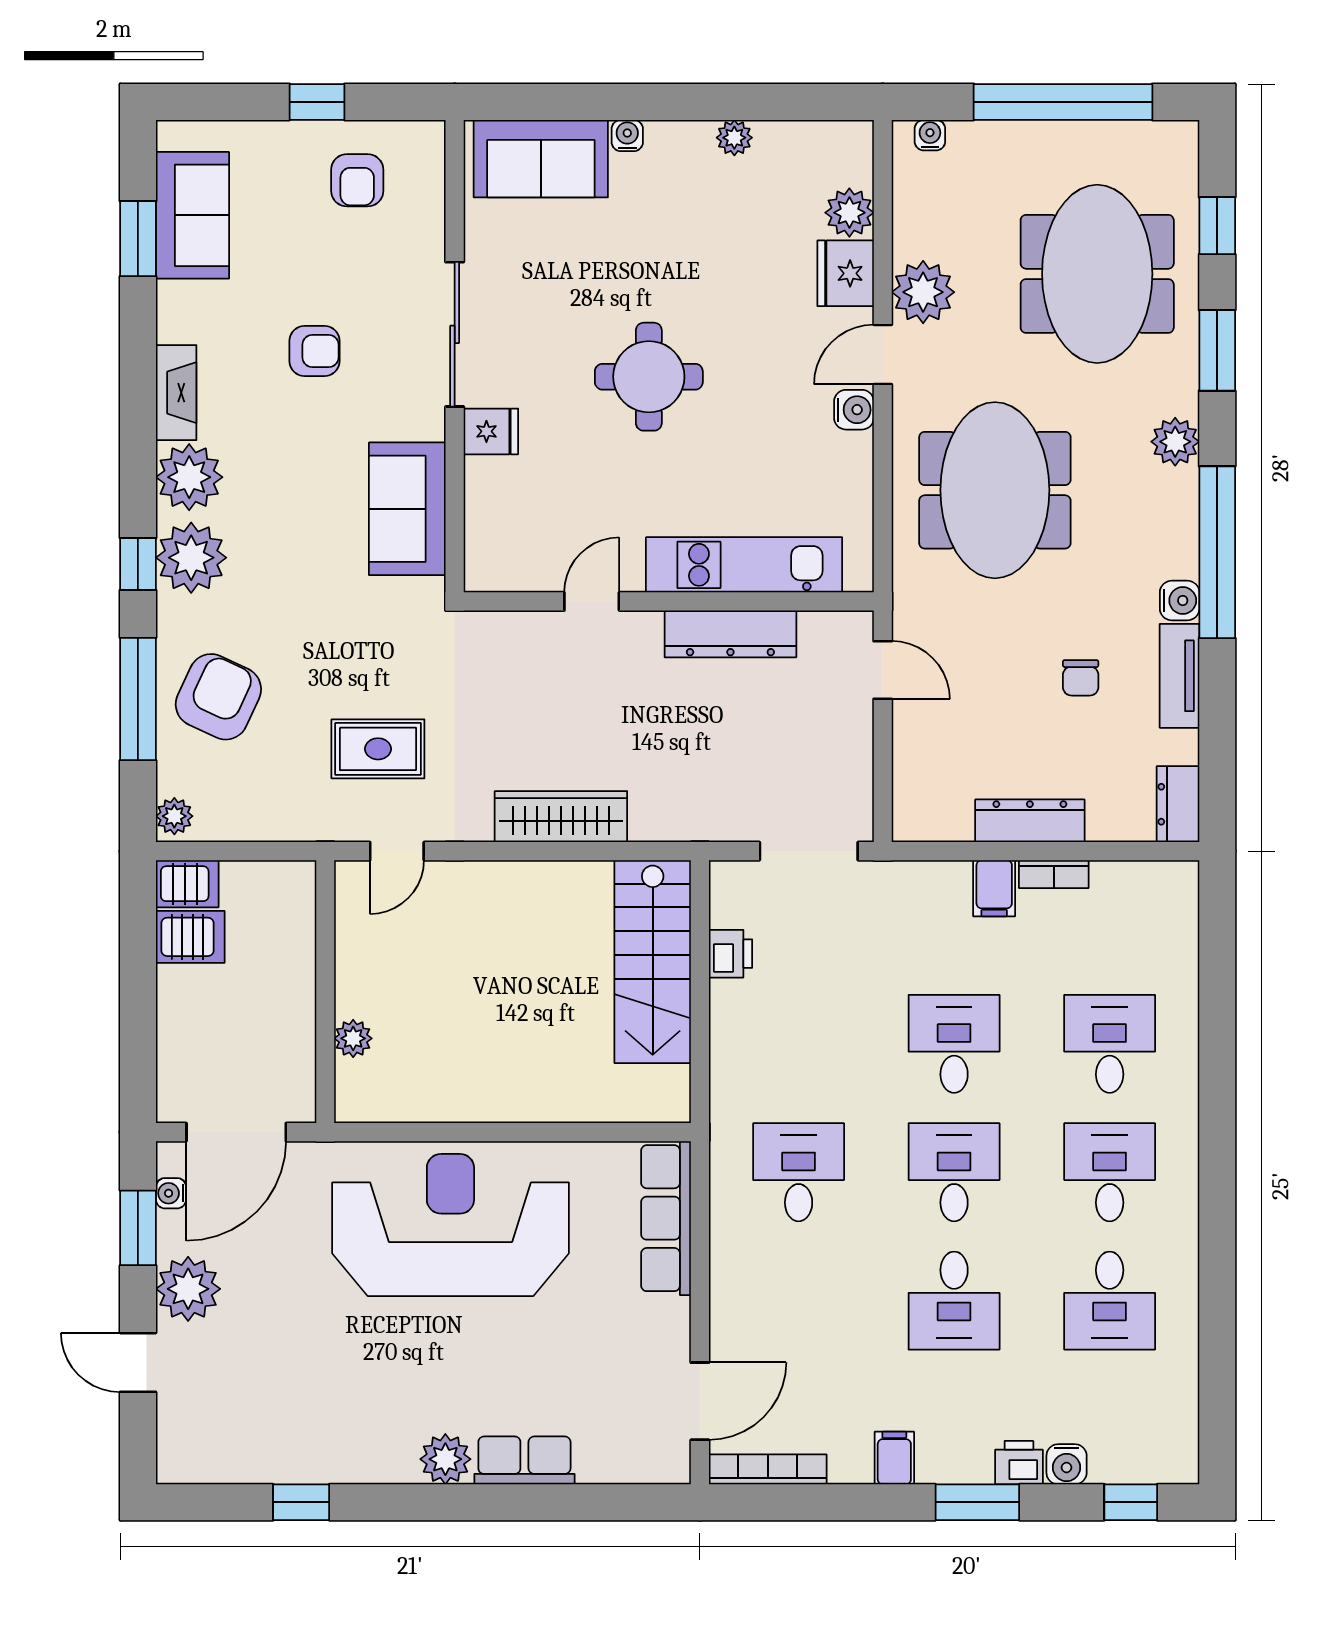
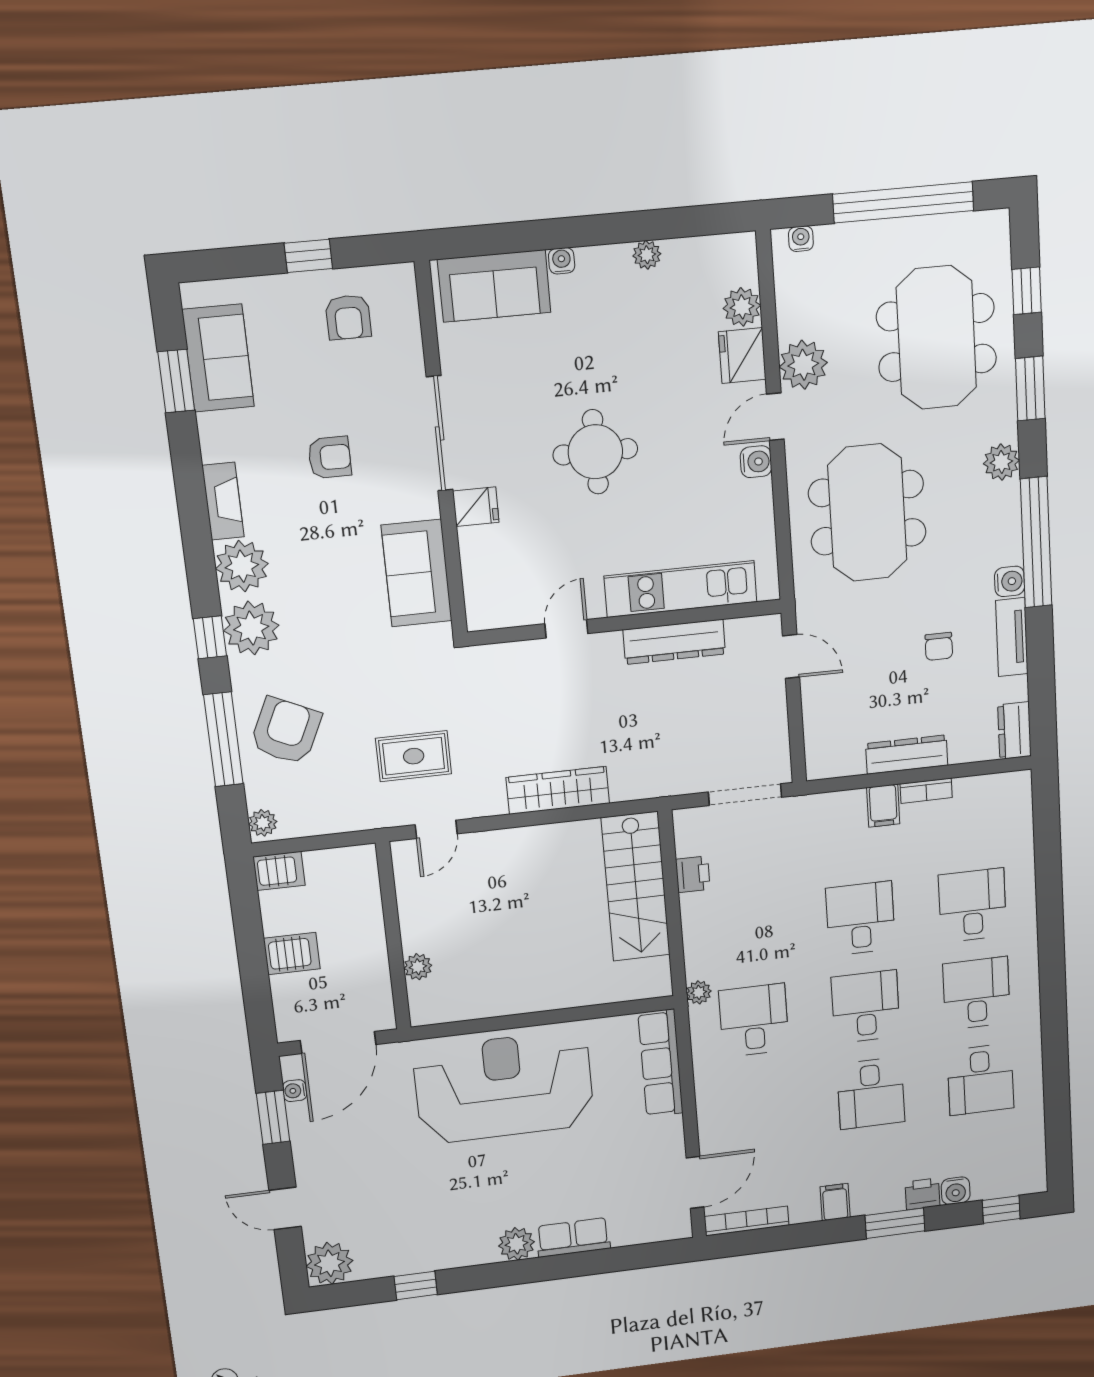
server rack: (190, 937) -> (292, 954), moved
plant: (726, 1122) -> (699, 992), added
plant: (188, 1289) -> (330, 1263), moved

